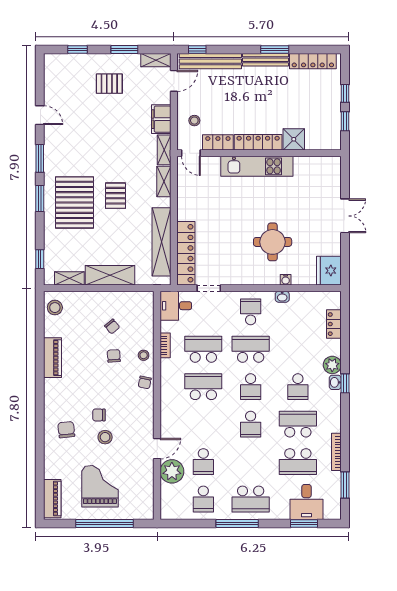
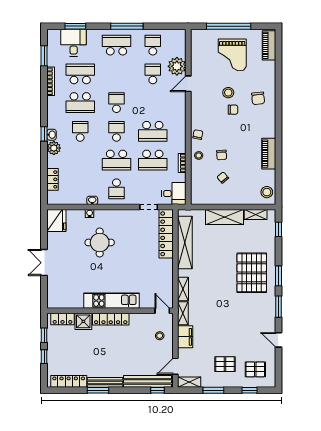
locker: (218, 142) -> (63, 319), moved
pallet: (115, 196) -> (255, 369), moved, turned 90

